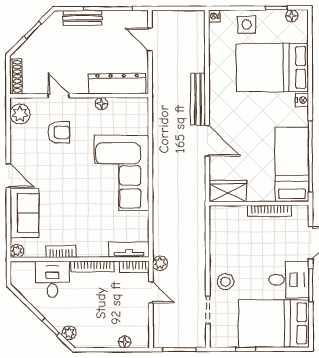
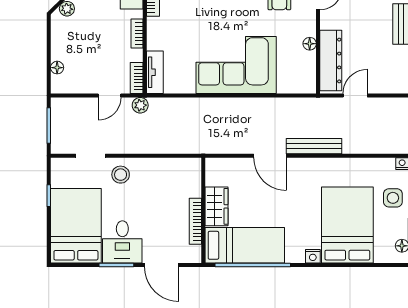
door: (150, 39) -> (355, 95), moved
door: (207, 141) -> (270, 156), hinge flipped
wardrobe: (228, 191) -> (216, 206), moved
bookcase: (92, 267) -> (137, 34), width x0.64

